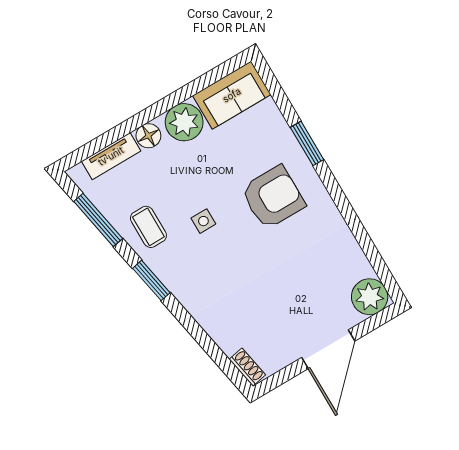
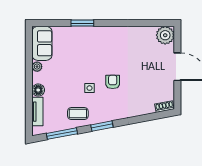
plant: (184, 122) -> (37, 67), width x0.53, depth x0.53
armchair: (273, 197) -> (113, 82), moved, width x0.53, depth x0.53

